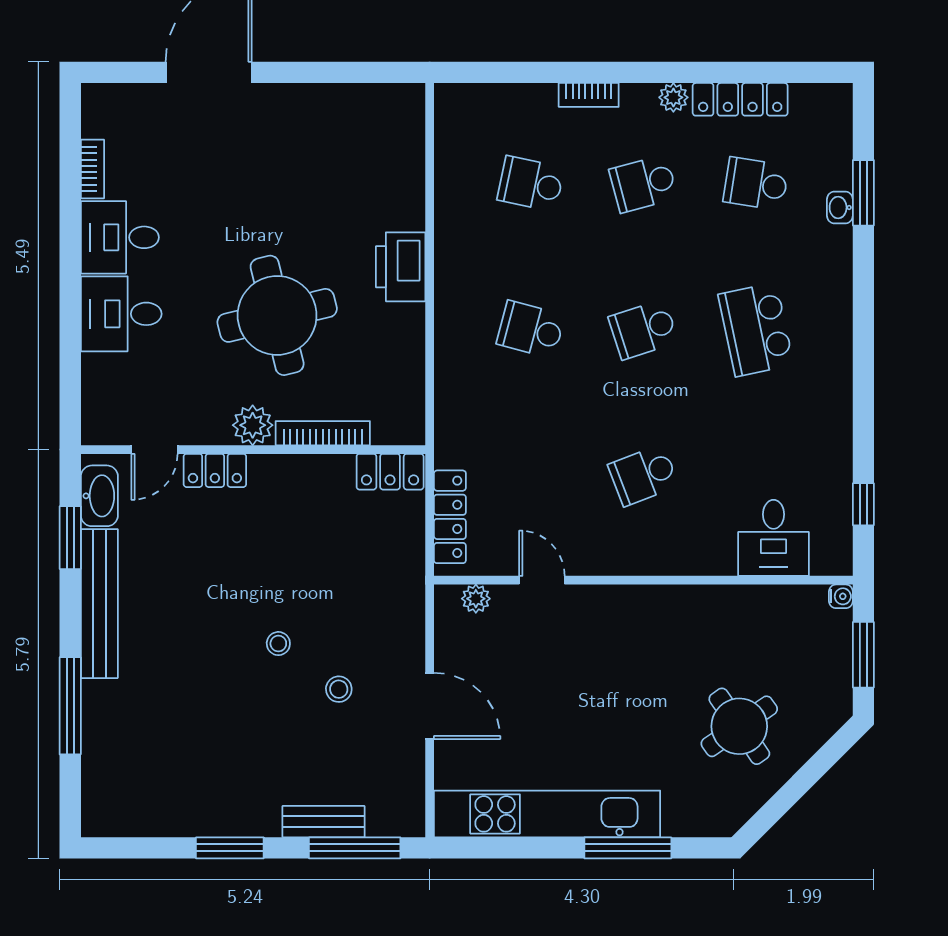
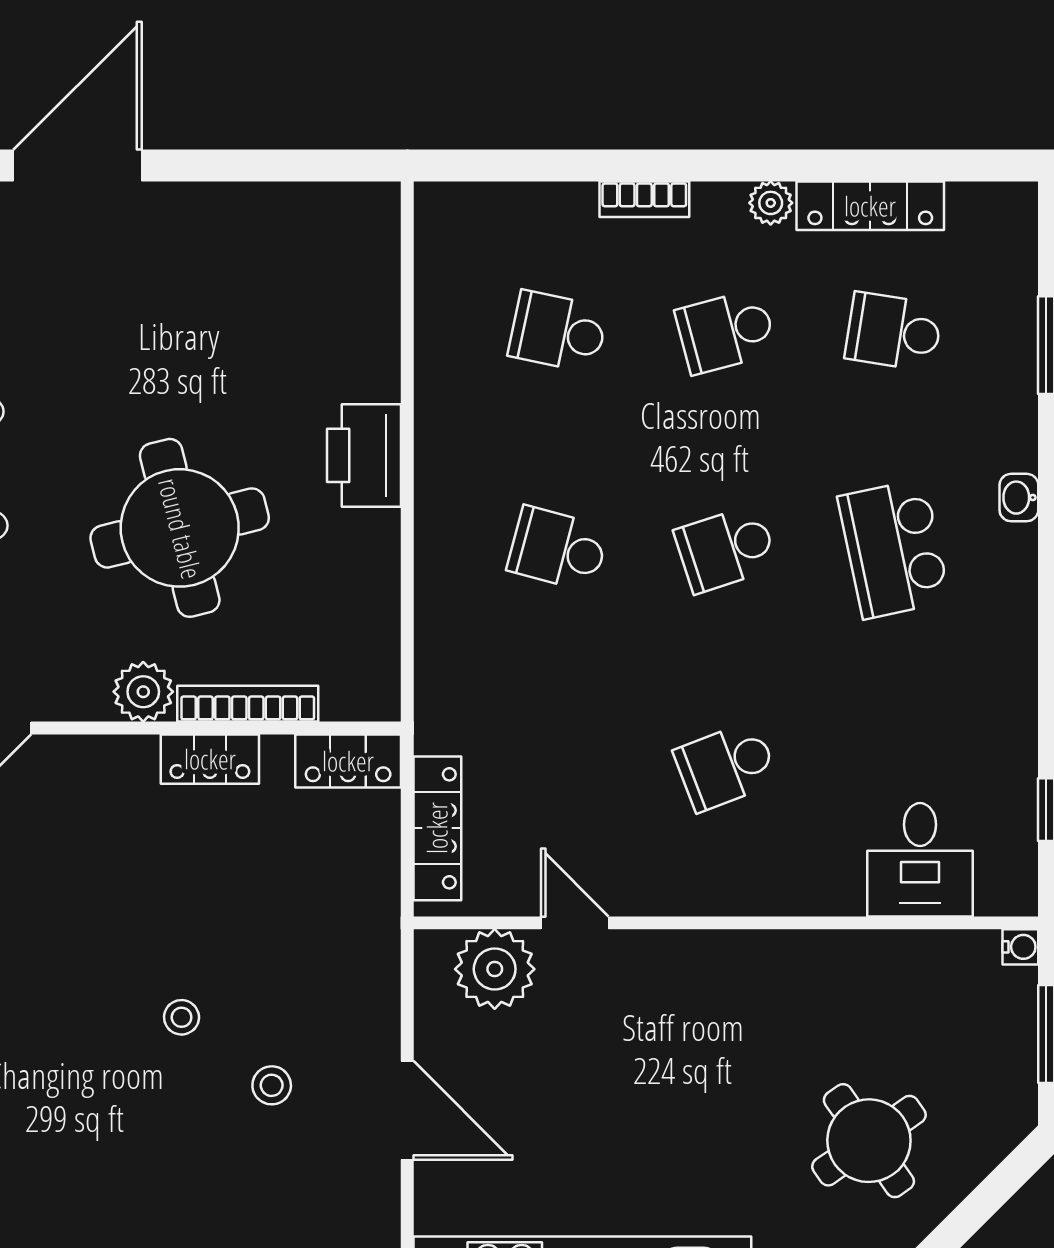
washbasin: (840, 207) -> (1019, 498), moved
locker: (215, 470) -> (210, 759), moved
plant: (476, 599) -> (495, 969), width x1.87, depth x1.87

